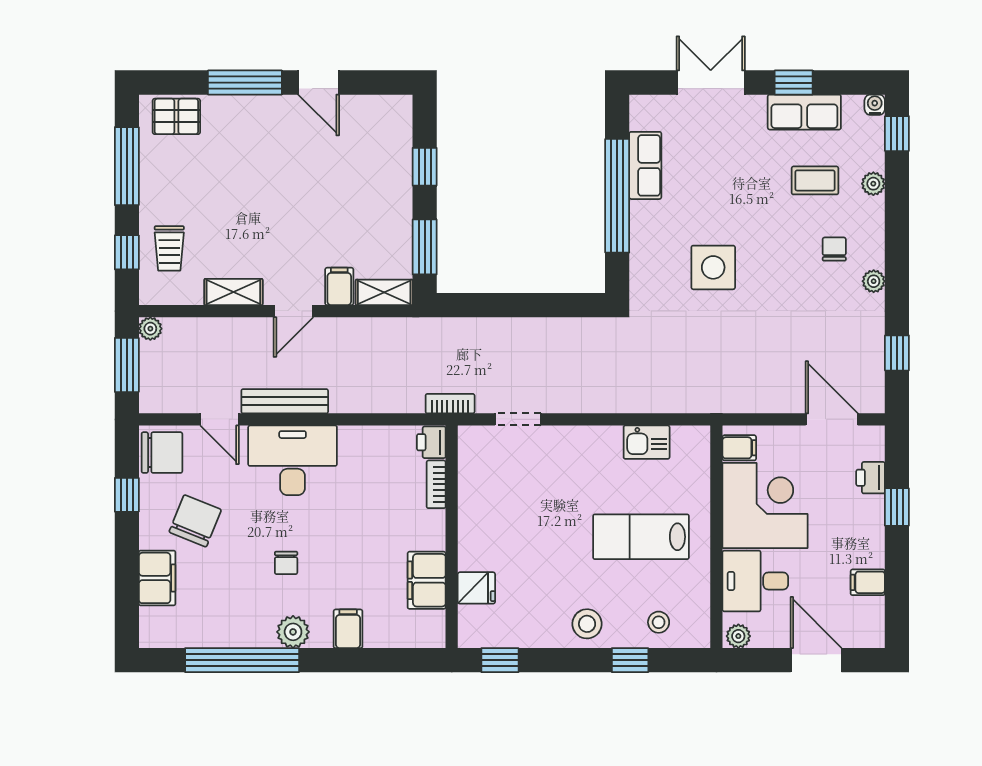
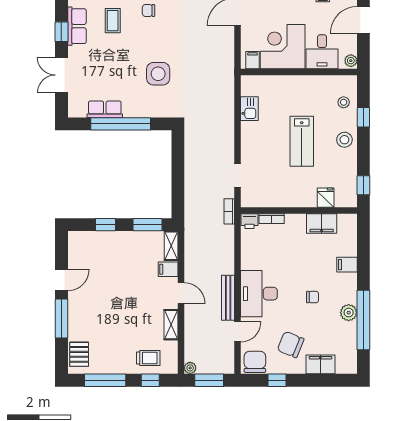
lab bench: (641, 537) -> (302, 141), moved
plant: (293, 632) -> (349, 313), moved

